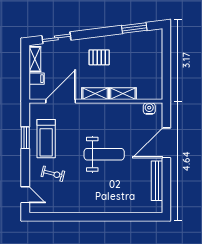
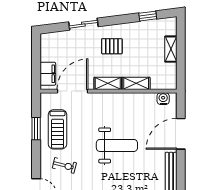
window: (134, 28) -> (148, 16), width x0.67
sliding door: (56, 38) -> (83, 24), moved
shelving: (35, 59) -> (171, 49), moved
filing cabinet: (37, 79) -> (48, 74), width x2.00

